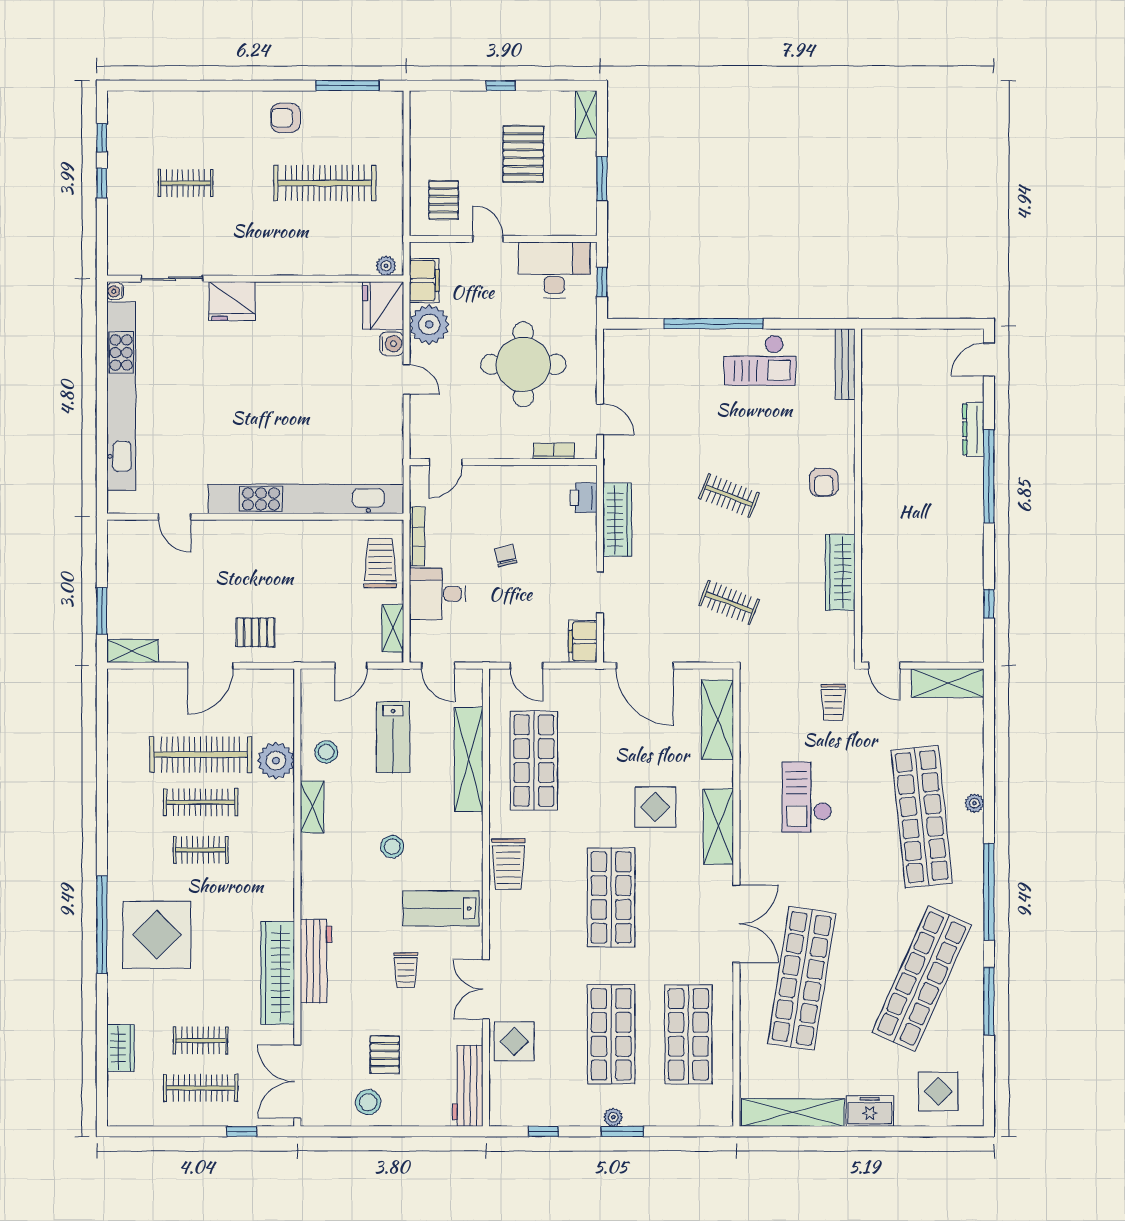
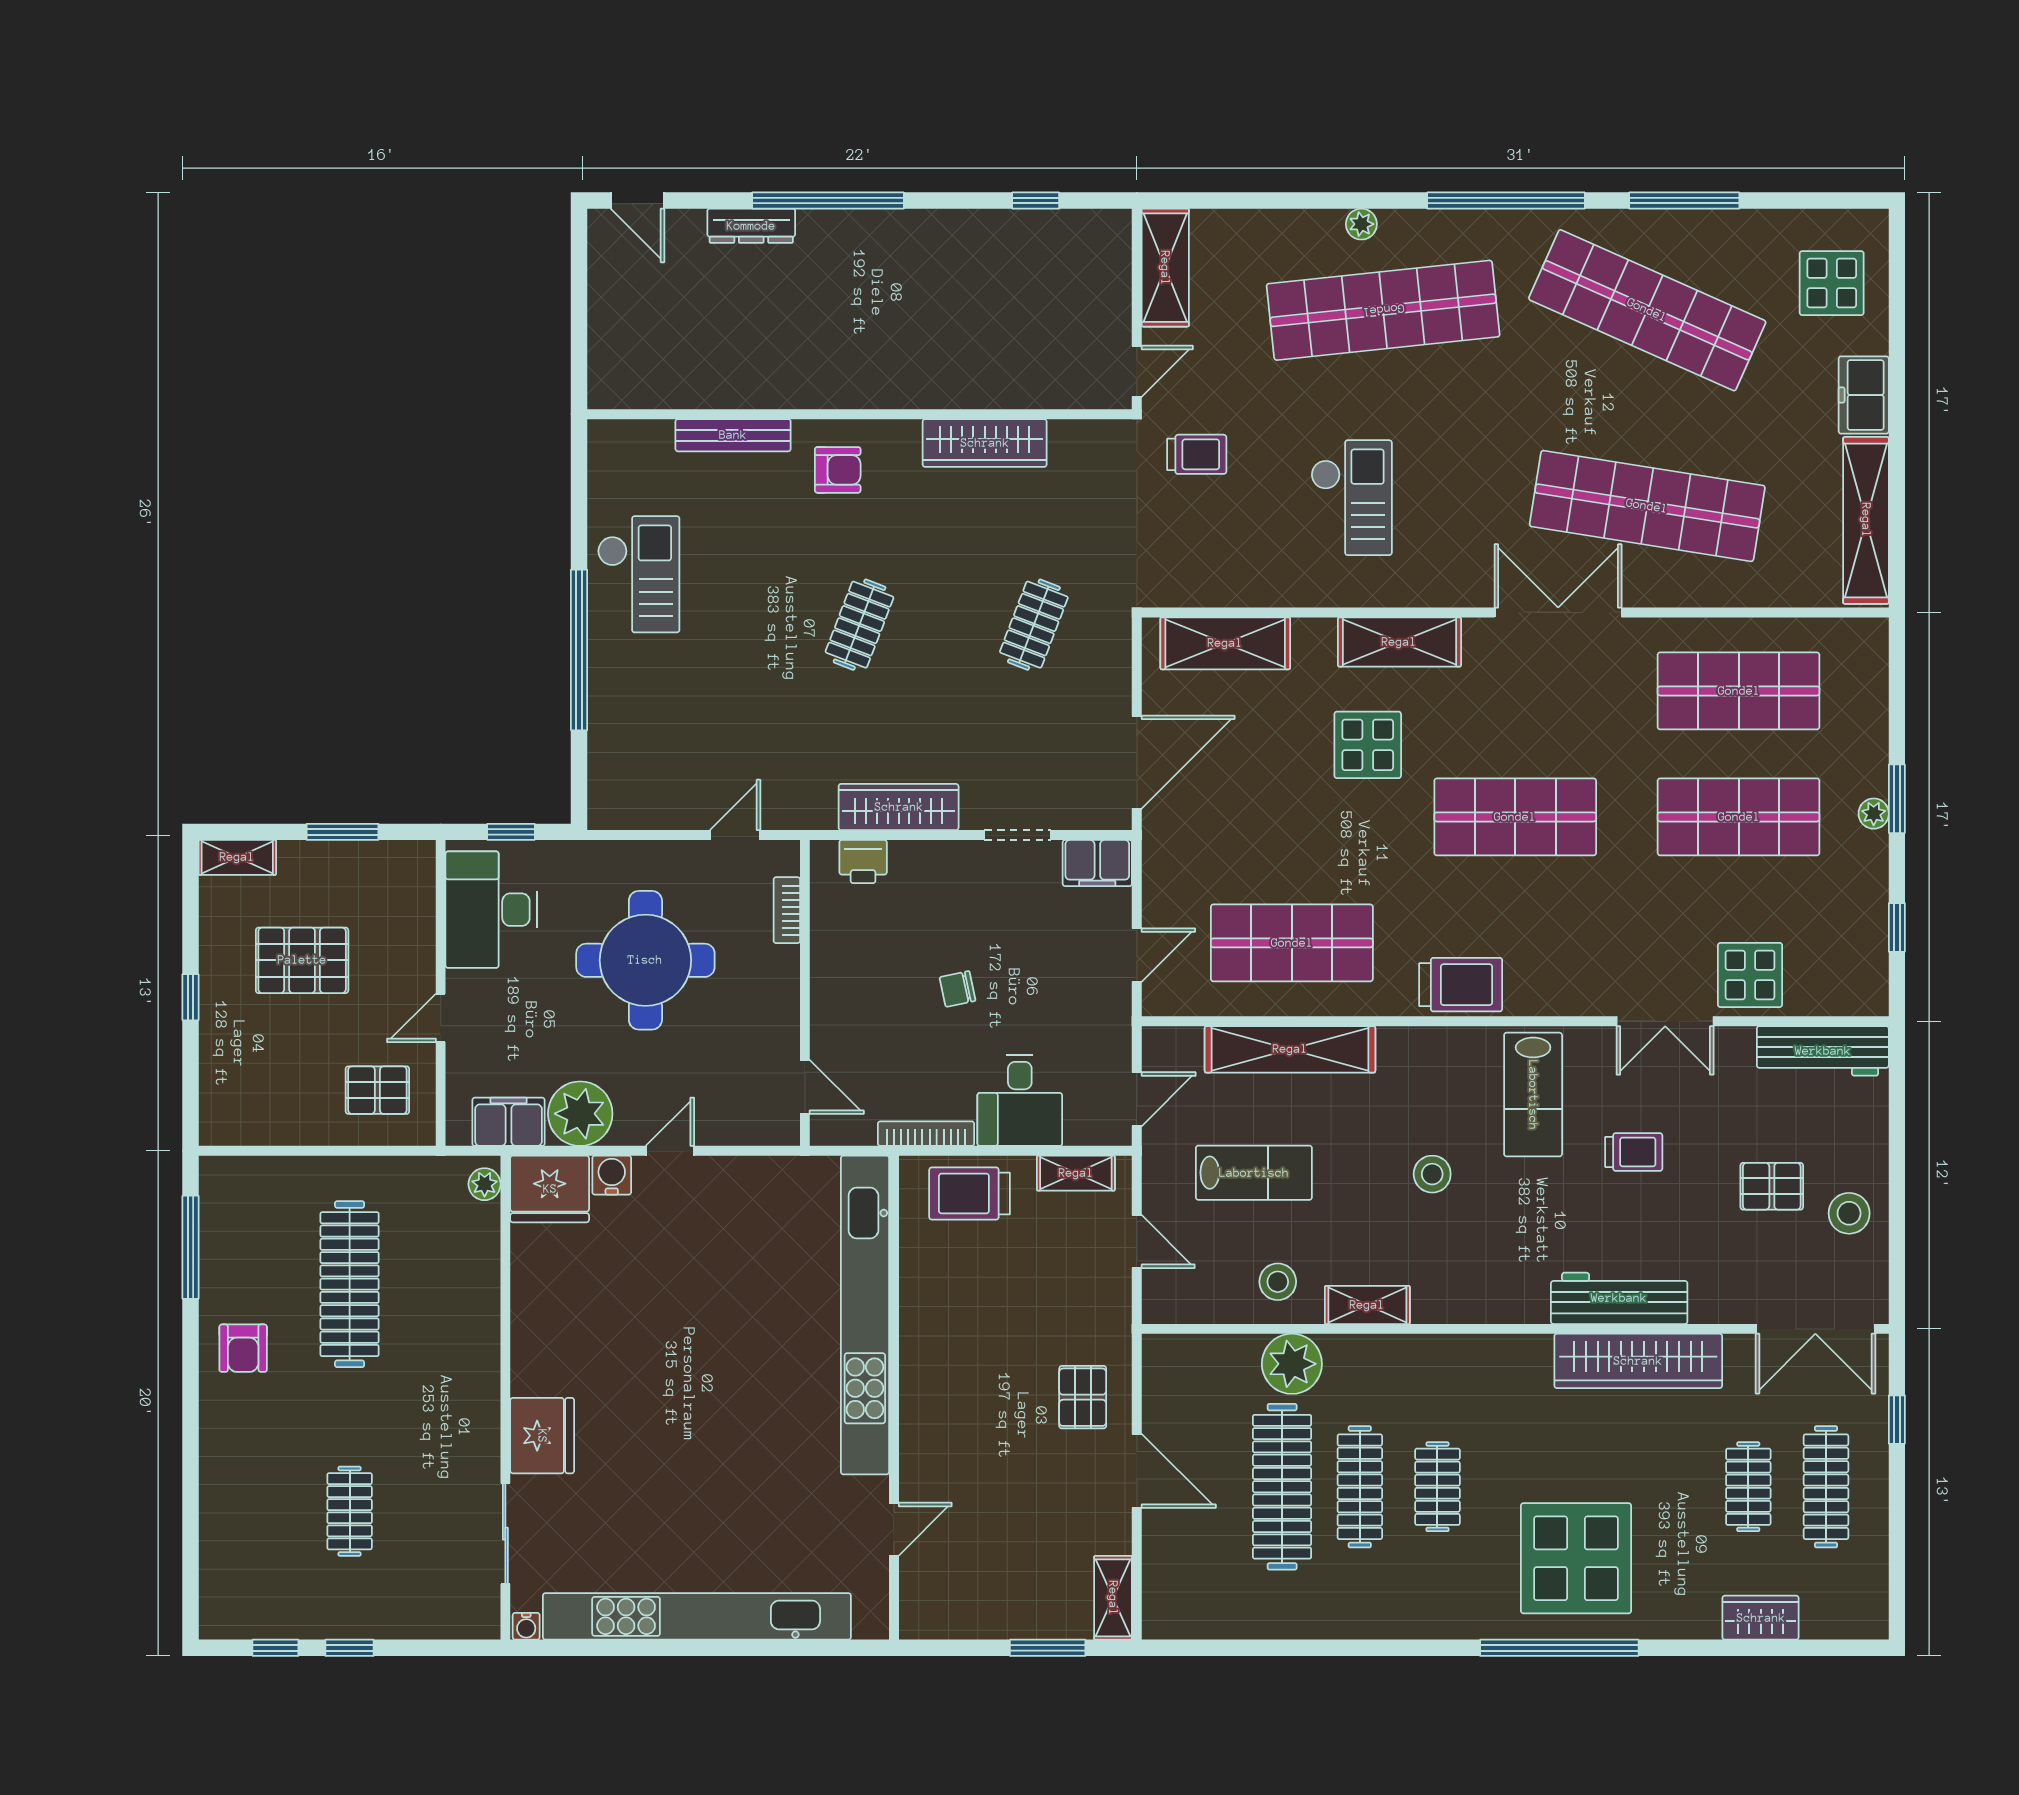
bench: (845, 364) -> (733, 435), moved
checkout: (807, 797) -> (1351, 498), turned -90

